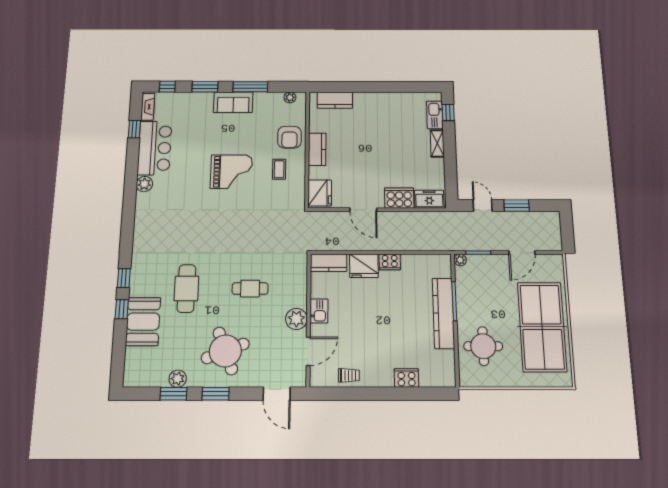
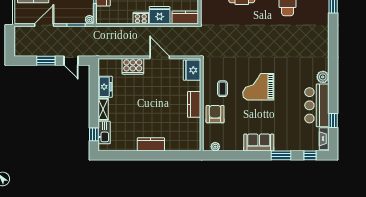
window: (250, 87) -> (246, 155), removed
kitchen counter: (335, 100) -> (151, 144), moved
freezer: (429, 199) -> (105, 87), moved, turned -90

